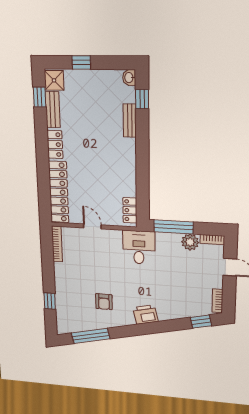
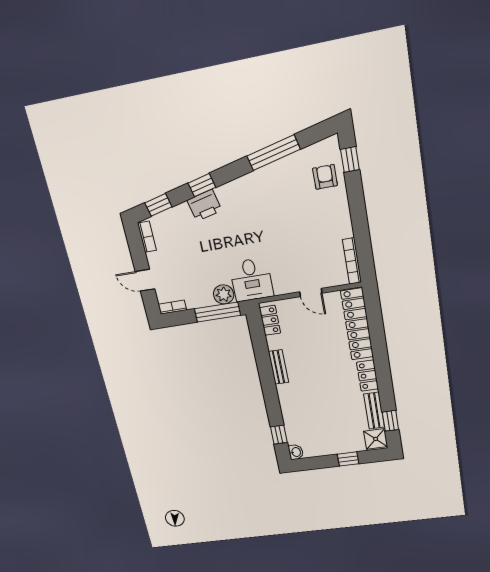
bench: (130, 121) -> (278, 367), moved
plant: (190, 242) -> (224, 294), moved
window: (50, 301) -> (350, 159), moved
armchair: (104, 302) -> (325, 177), moved
printer: (145, 315) -> (204, 205), moved
window: (162, 327) -> (202, 185), added
window: (91, 336) -> (273, 153), moved

